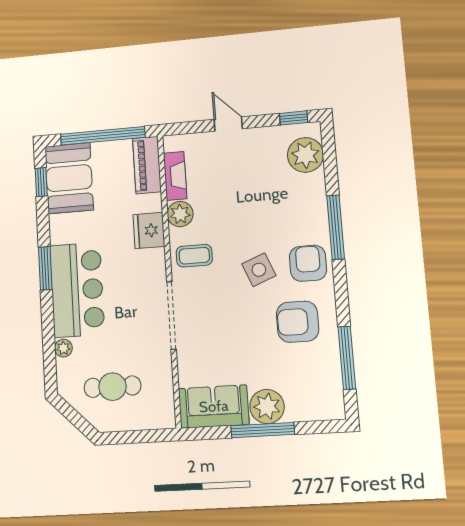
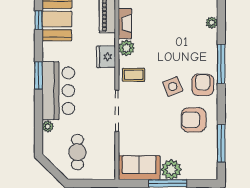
plant: (305, 155) -> (212, 23), width x0.53, depth x0.53
cafe table: (112, 387) -> (77, 152), turned 90

